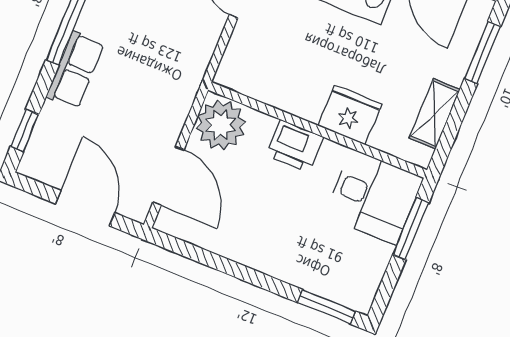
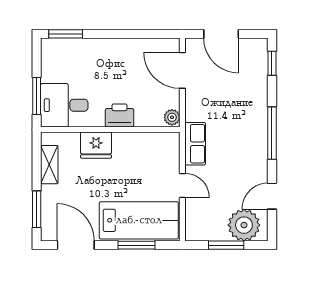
row of seats: (75, 70) -> (195, 144), moved, turned 180
plant: (221, 125) -> (172, 117), width x0.53, depth x0.53

